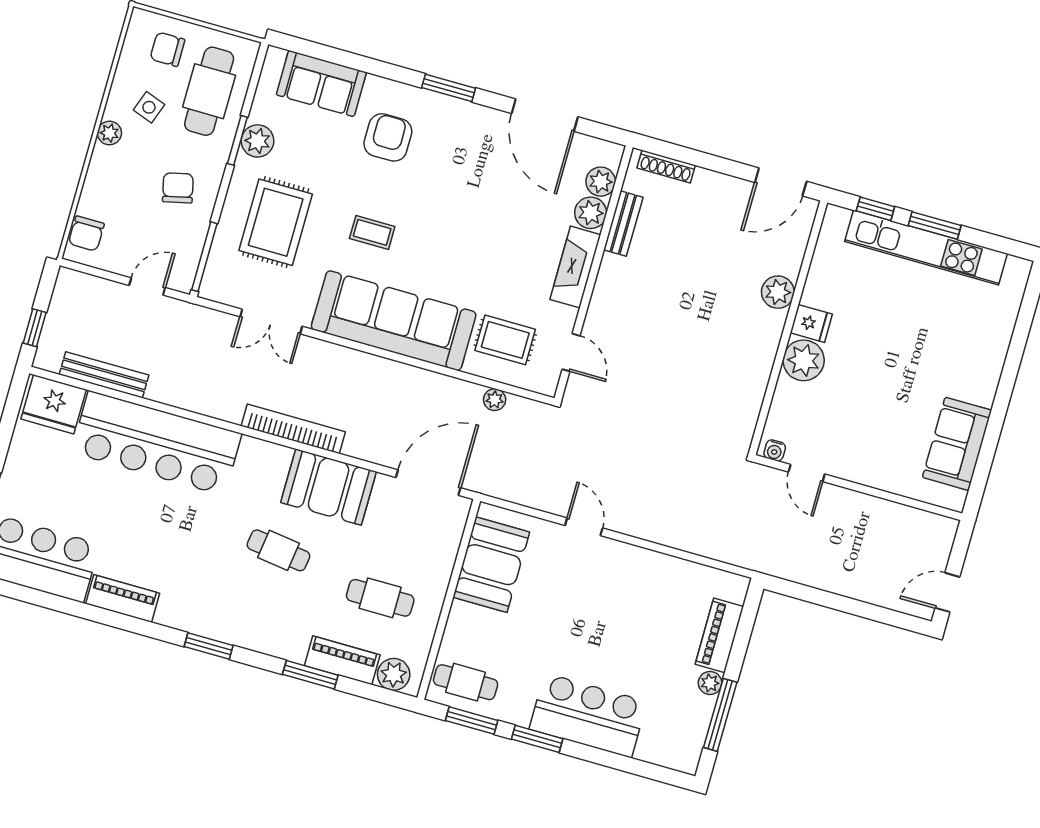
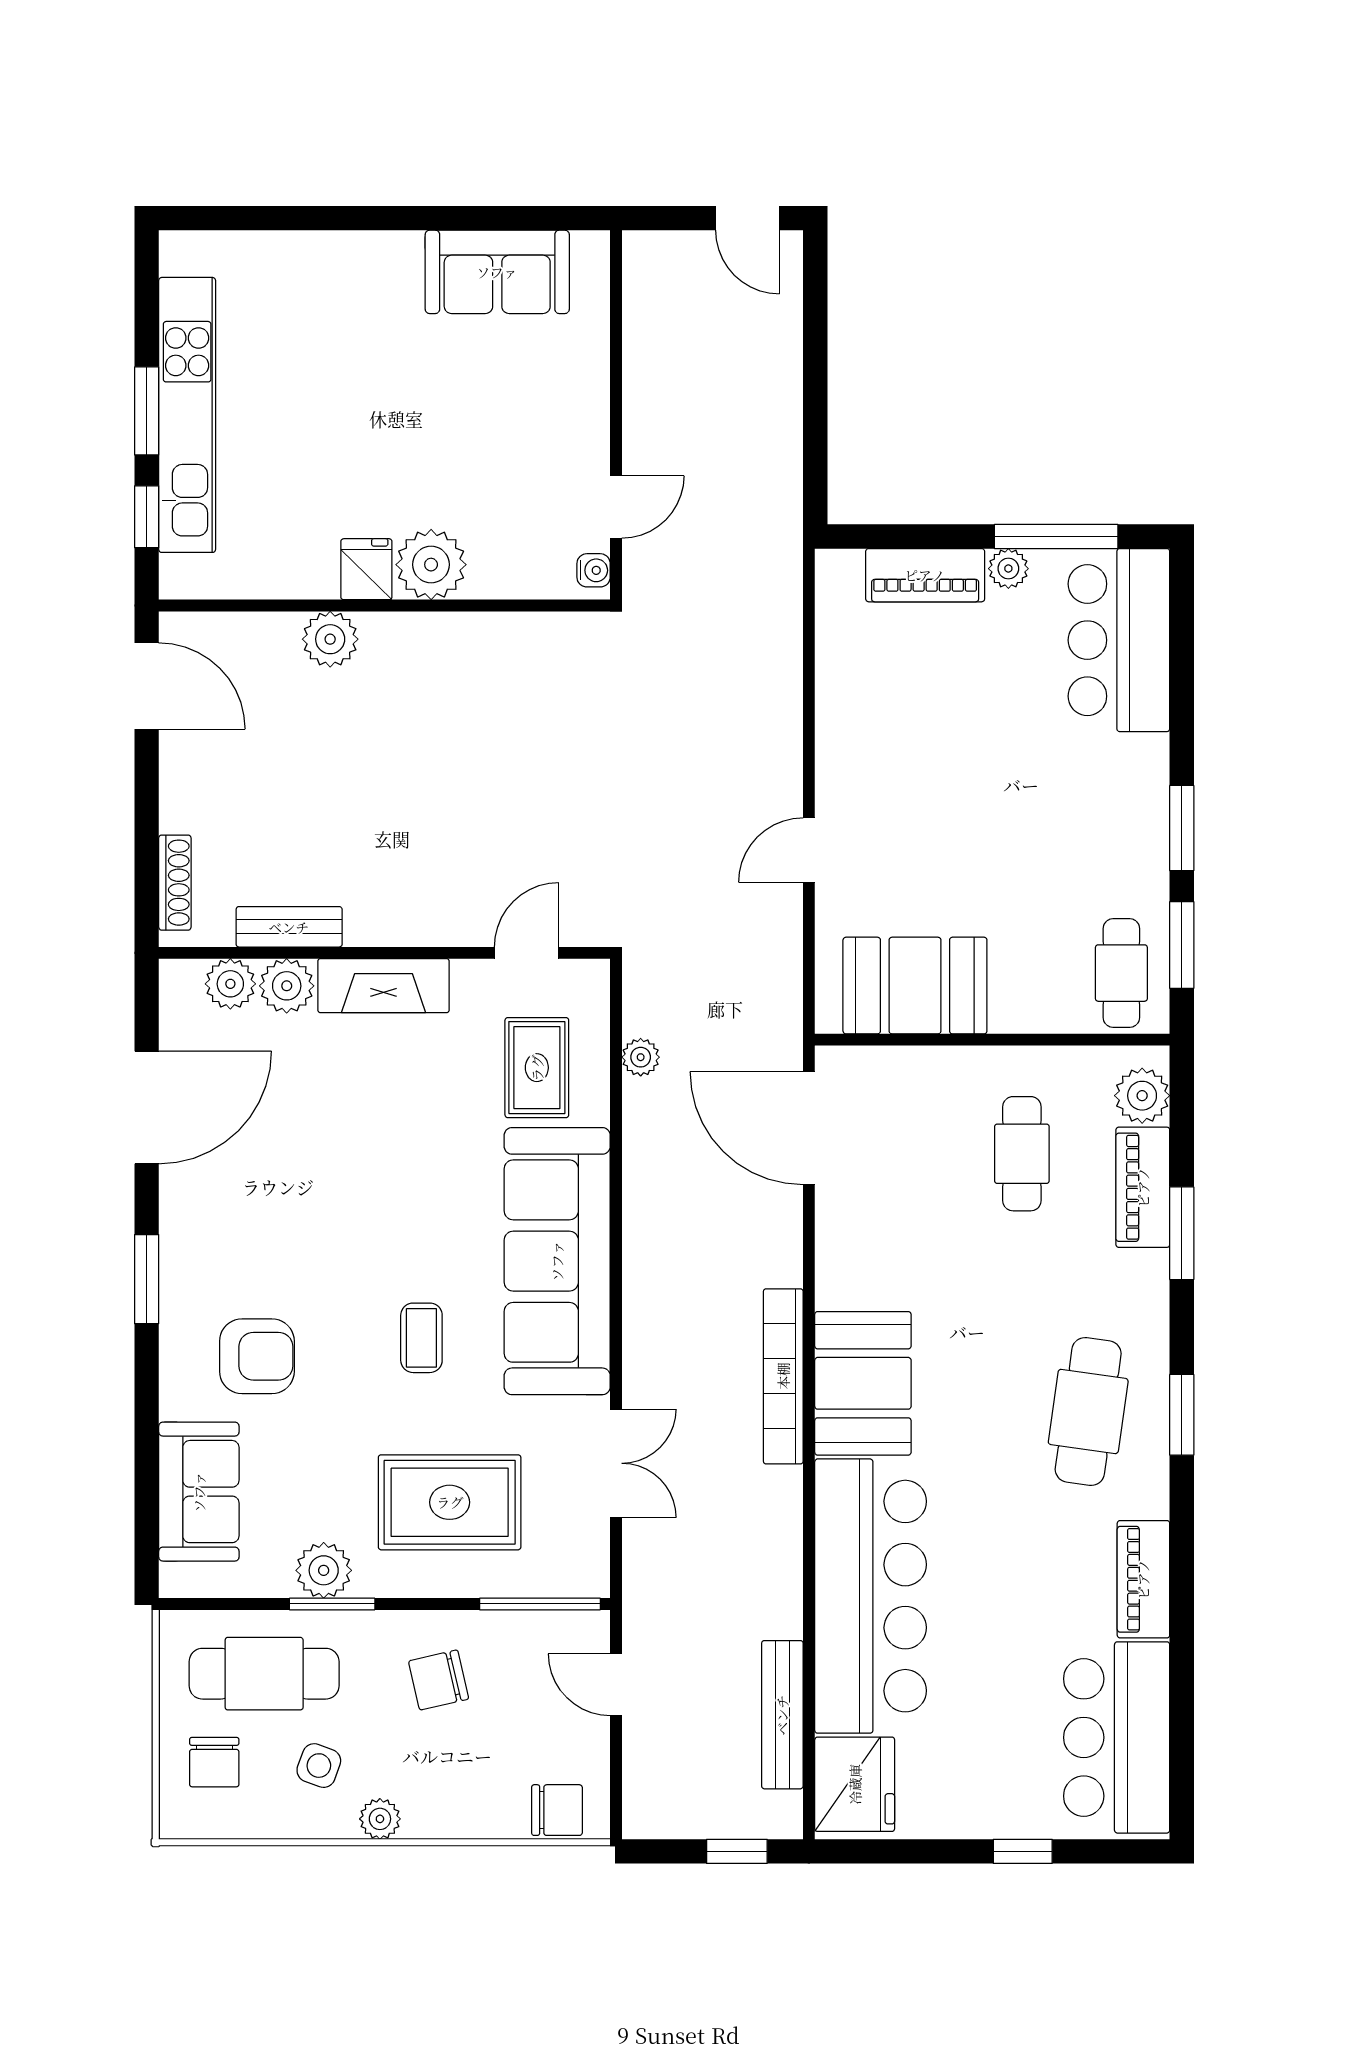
armchair: (388, 137) -> (257, 1356), turned 180
booth: (329, 487) -> (863, 1383), moved
cafe table: (278, 550) -> (1088, 1411), moved, width x1.37, depth x1.35
bar counter: (588, 715) -> (1119, 640), moved

